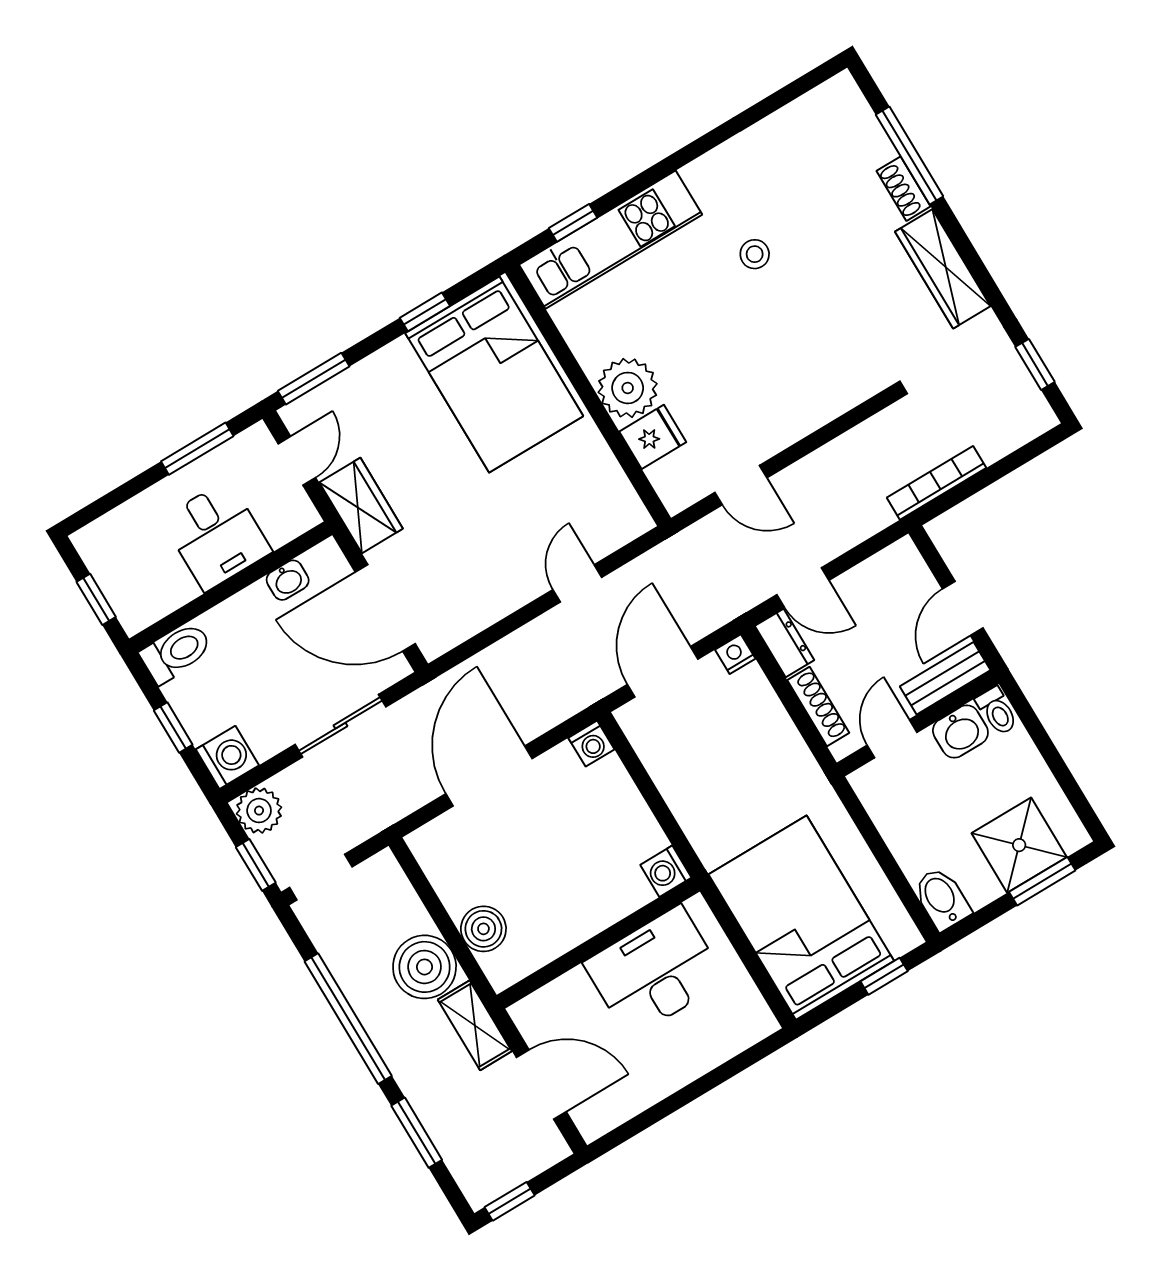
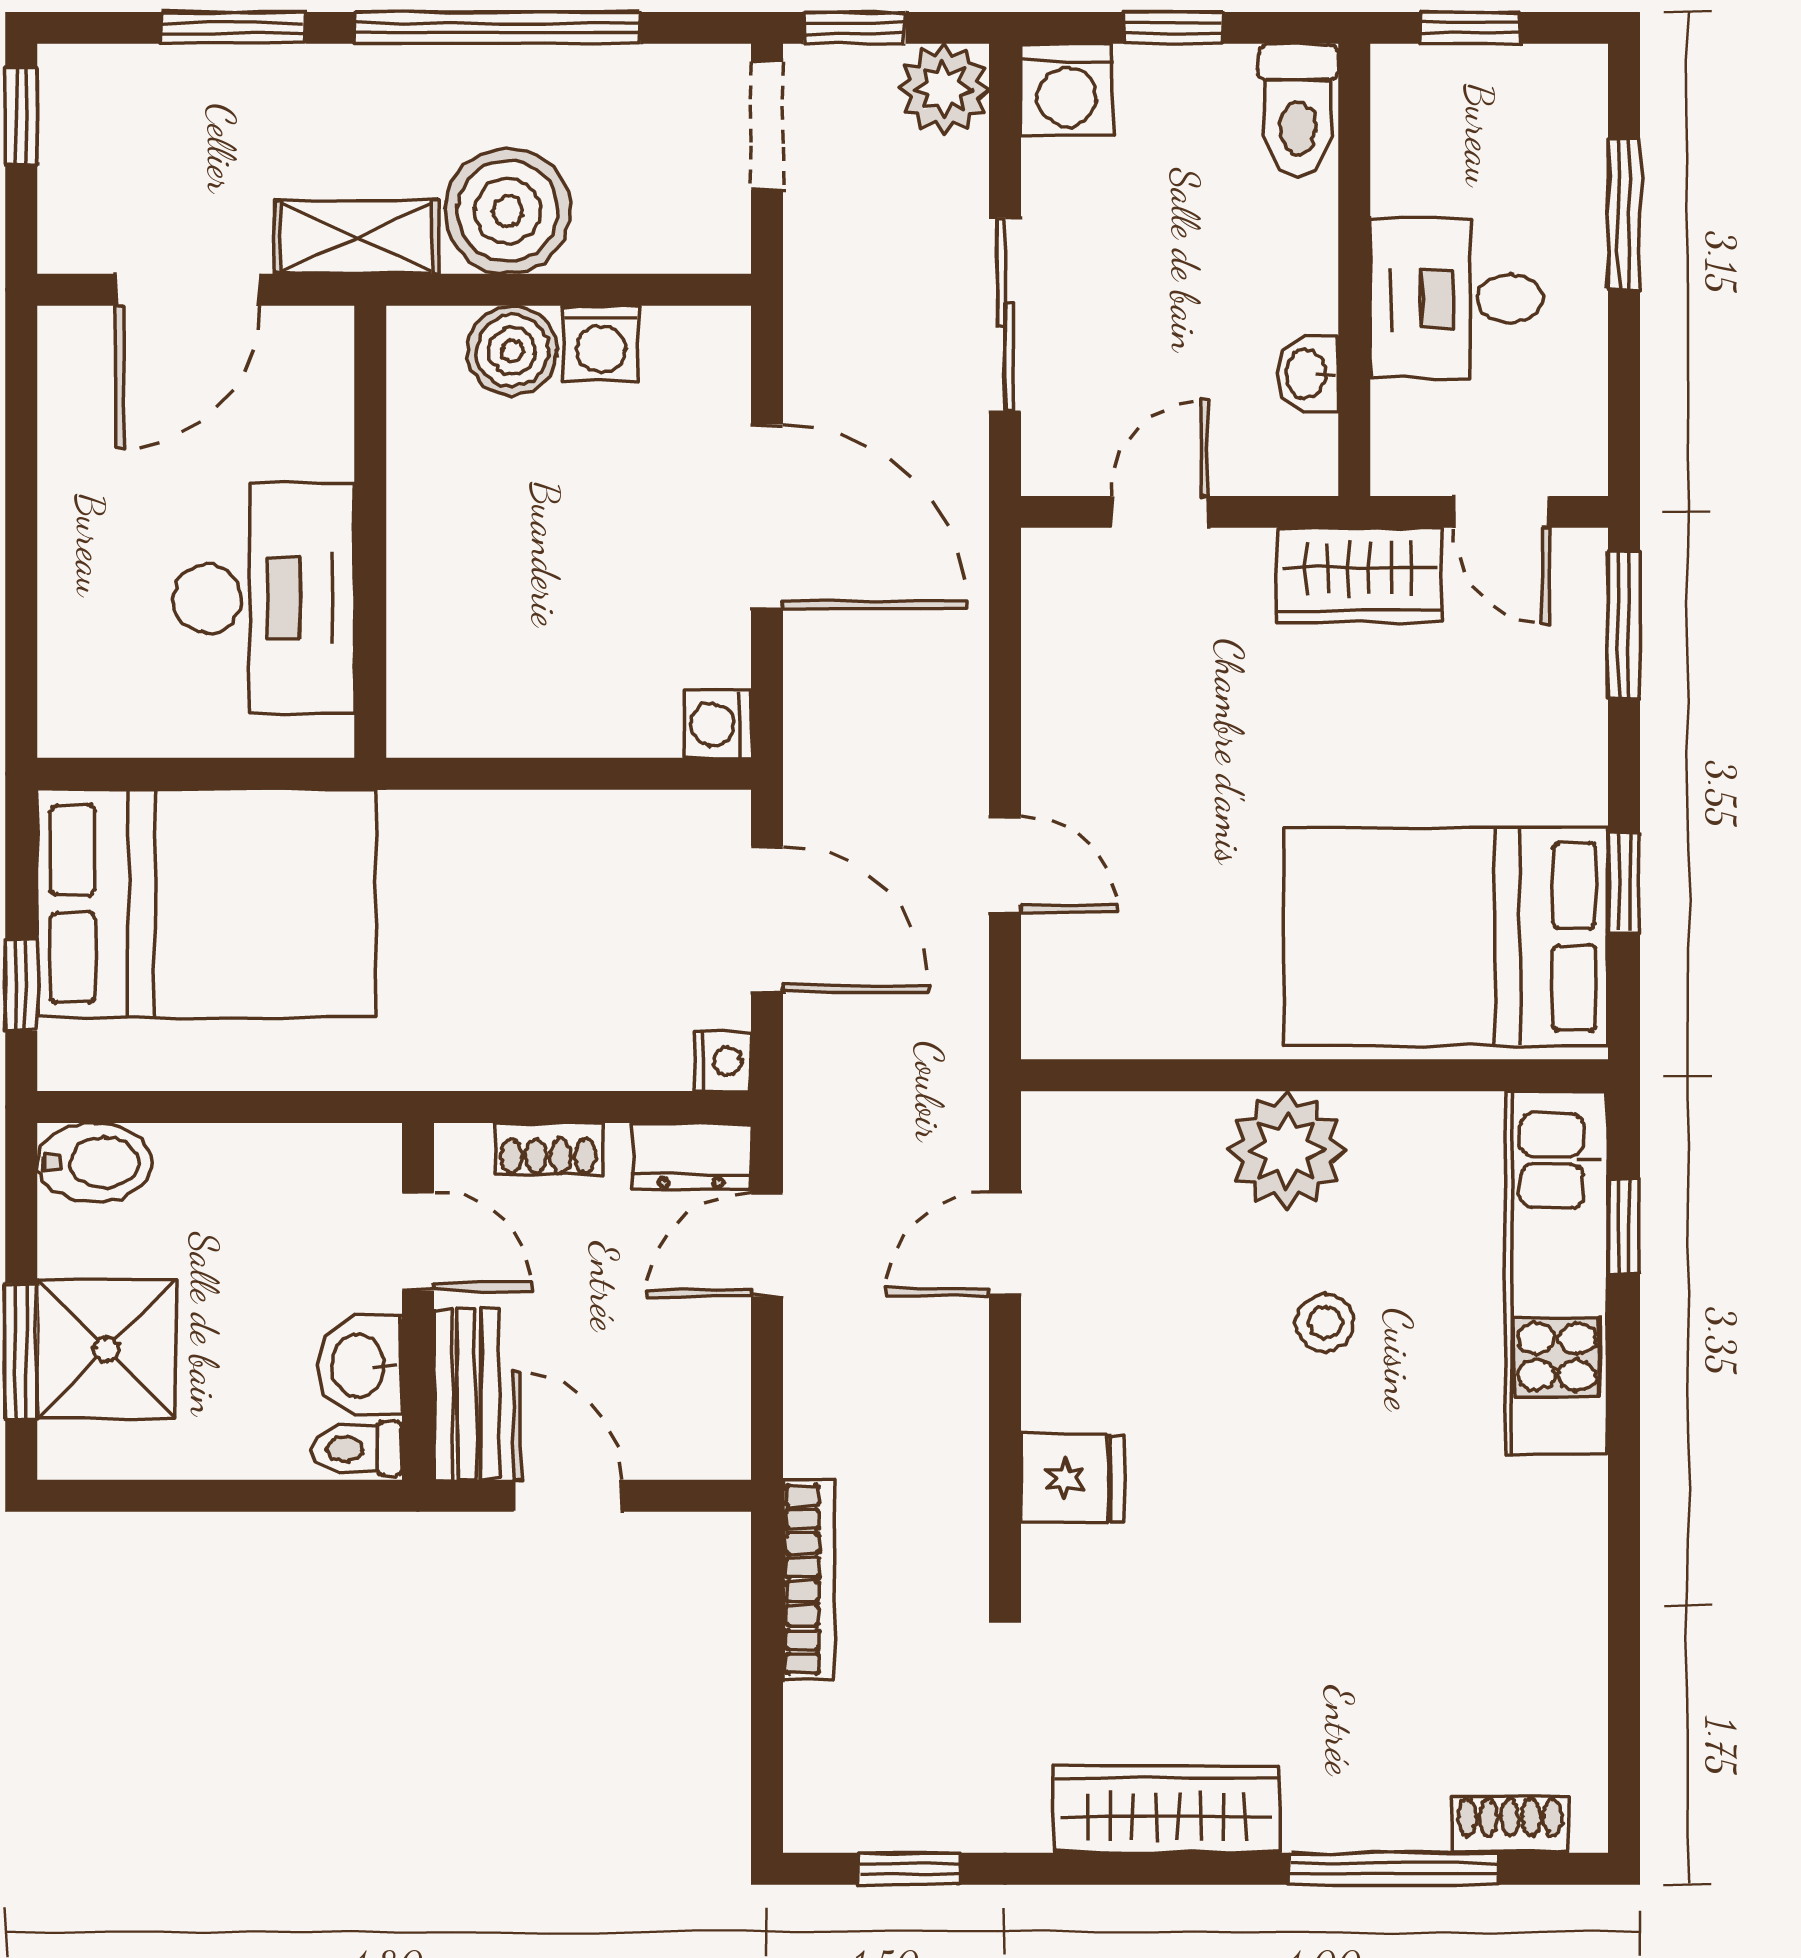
shoe rack: (904, 189) -> (1510, 1825), moved
stool: (755, 254) -> (1325, 1323), moved
fridge: (653, 437) -> (1073, 1479), moved, turned -90
window: (197, 449) -> (1624, 214), moved
door: (385, 608) -> (1160, 512), width x0.53
shoe rack: (818, 707) -> (548, 1149), width x0.70
washing machine: (666, 871) -> (601, 343), moved, turned 180

